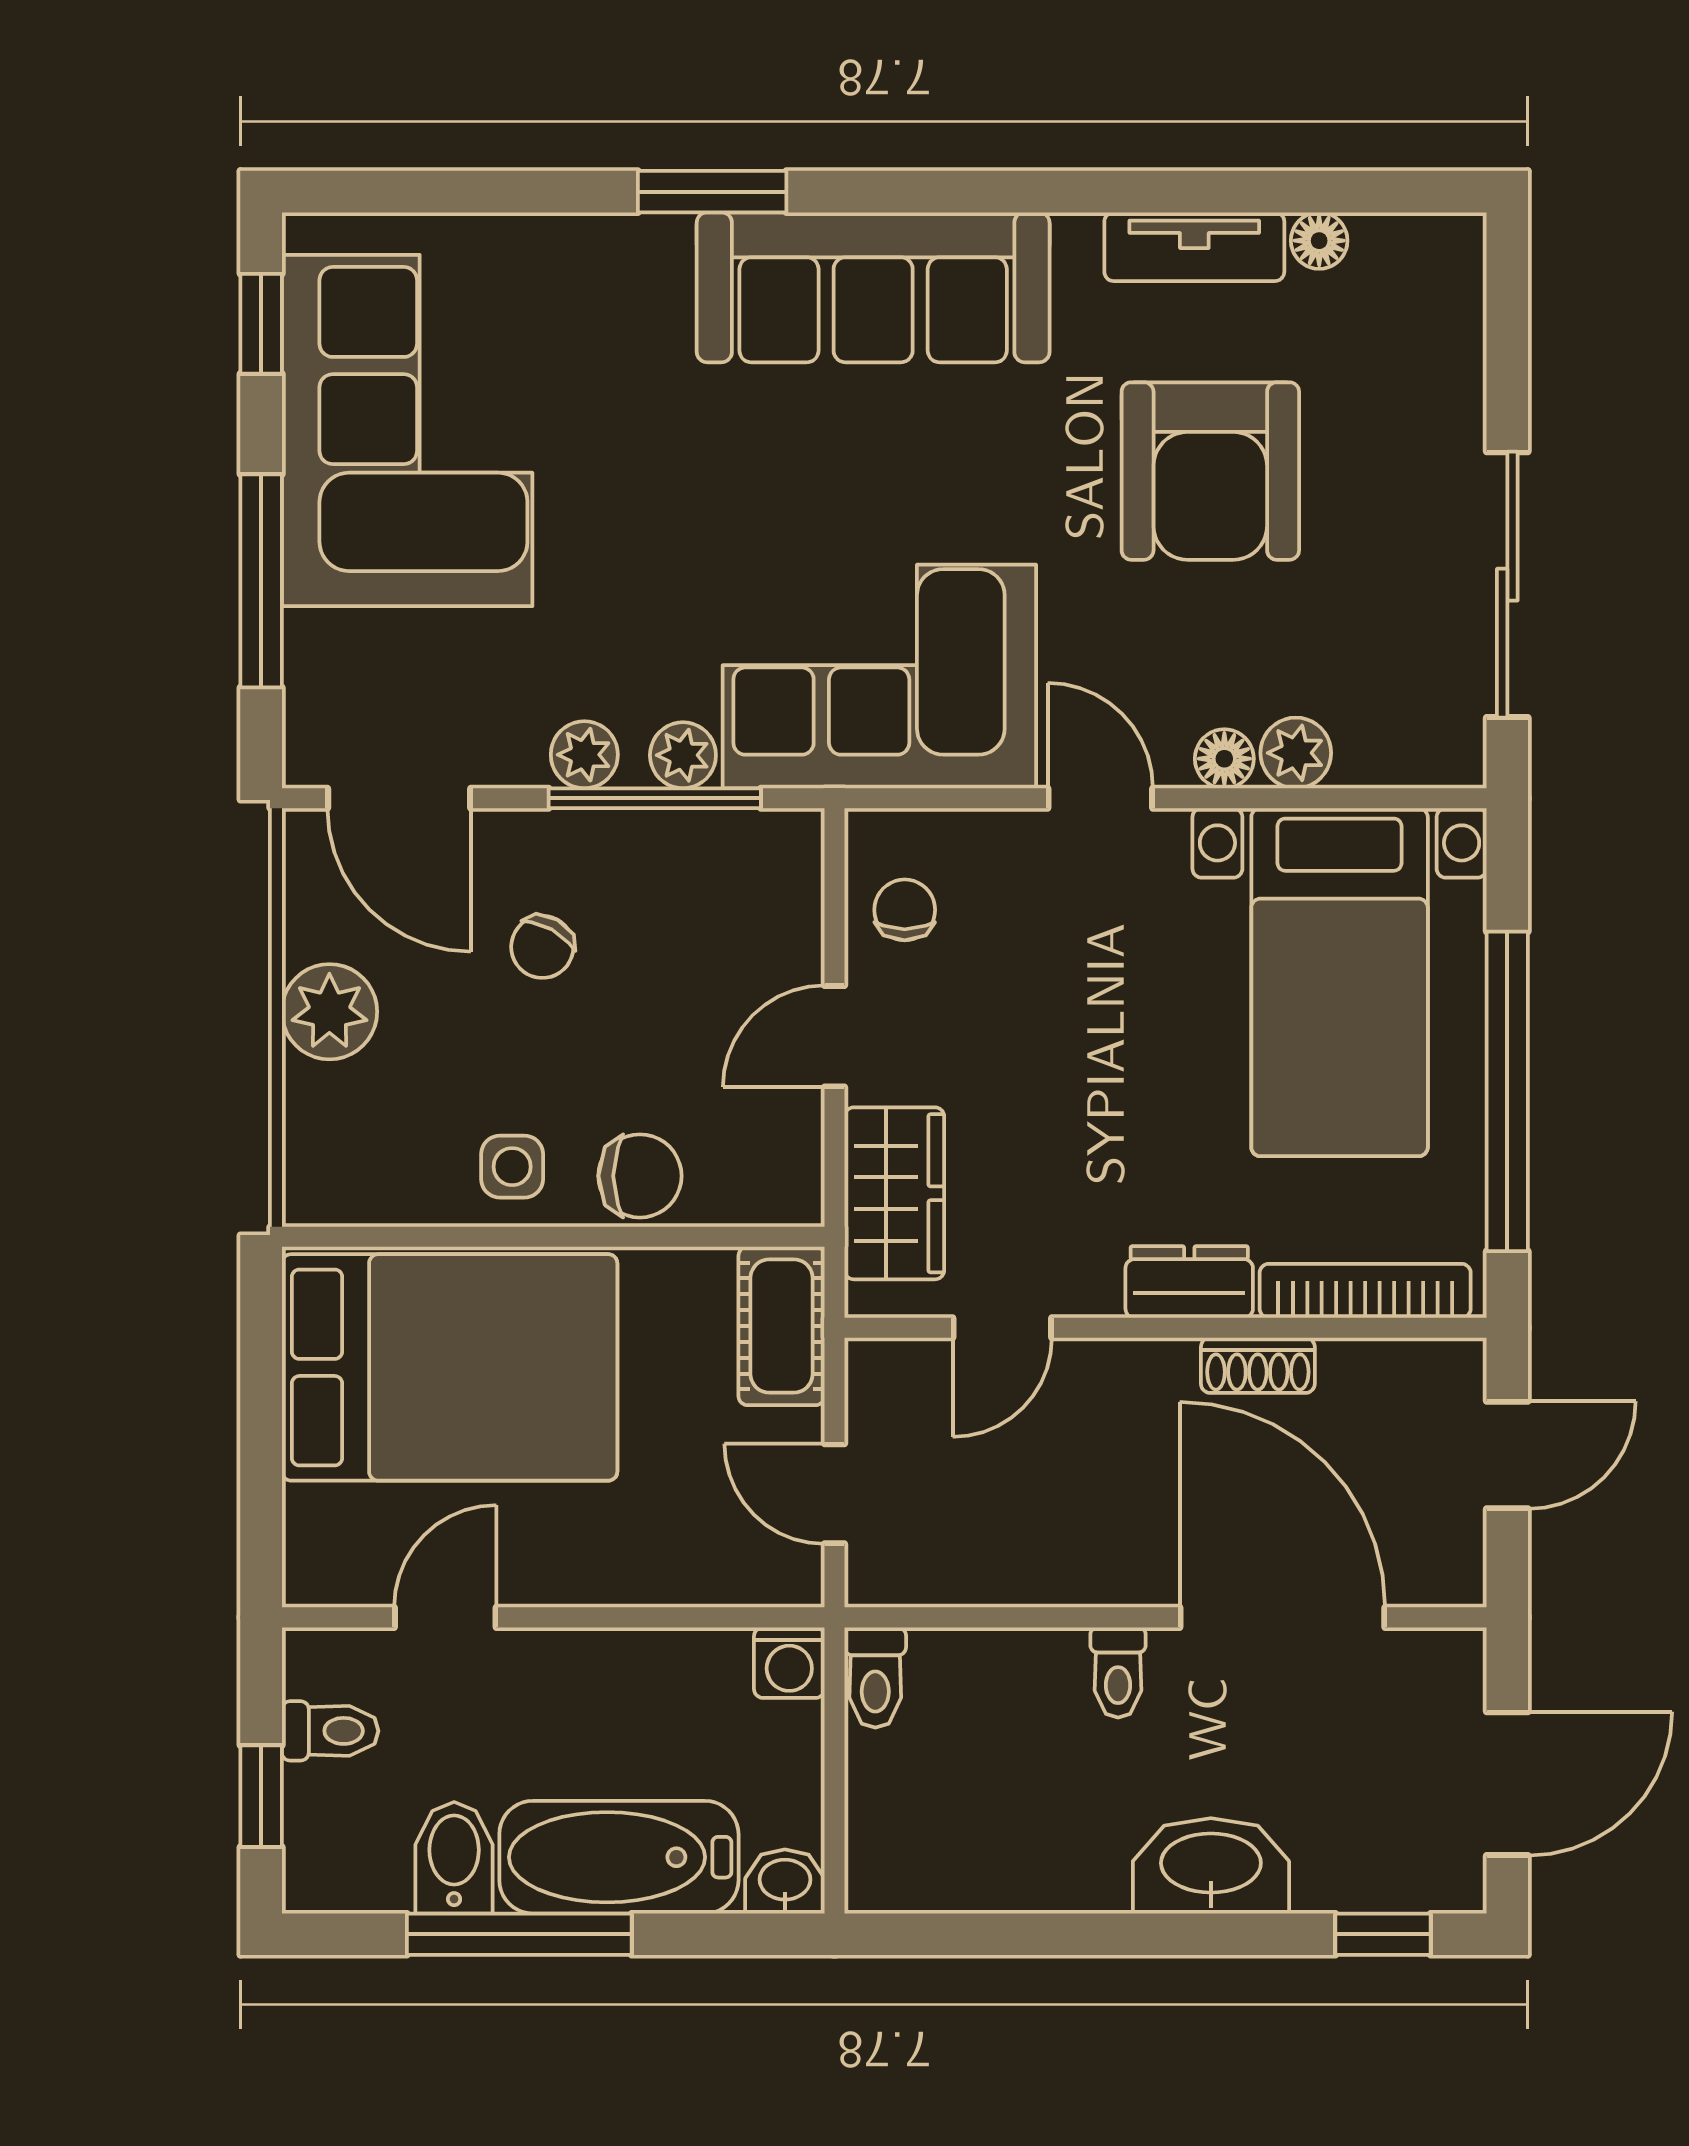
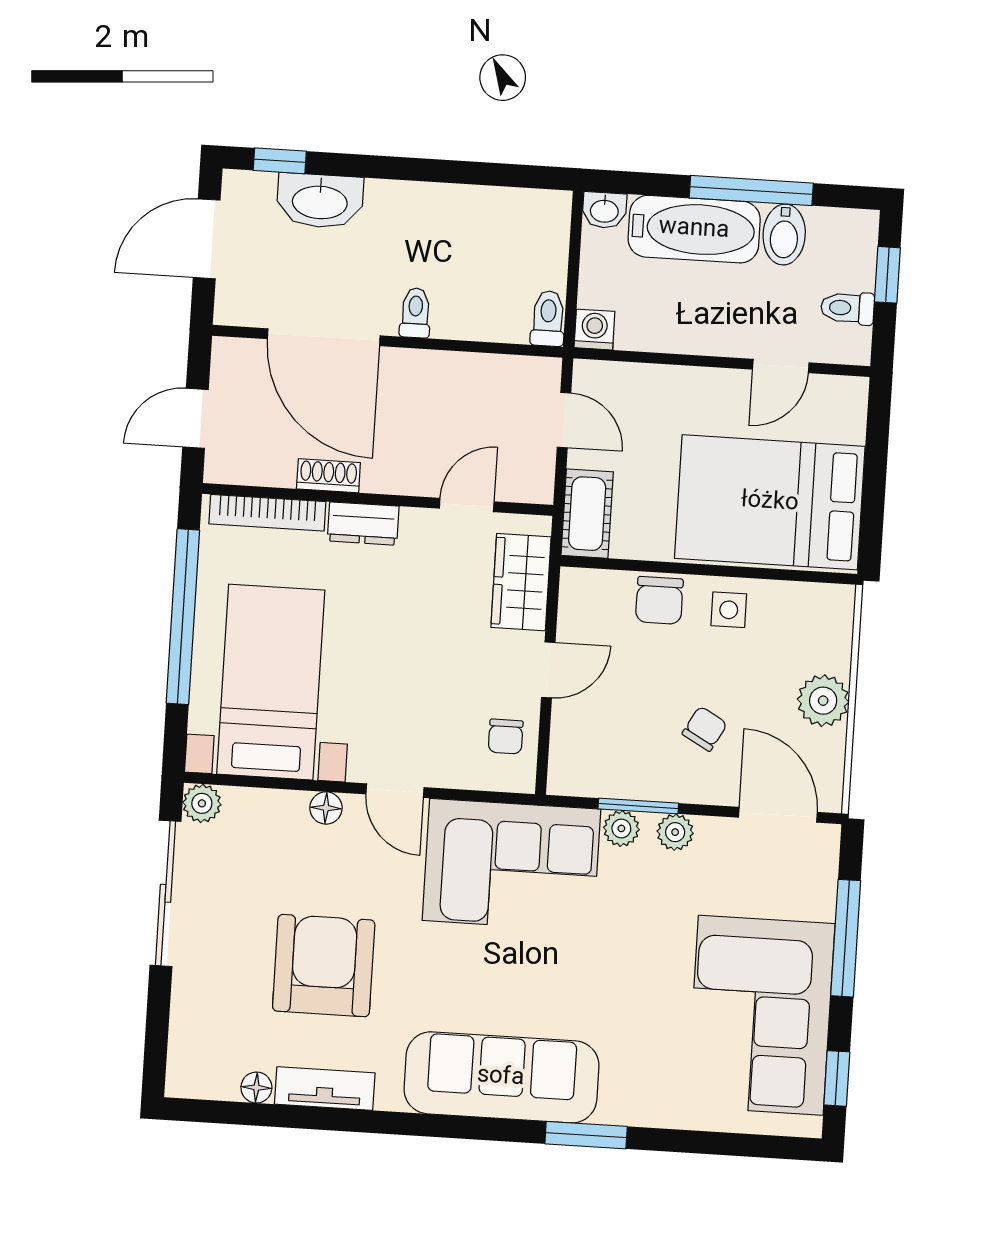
plant: (1296, 753) -> (202, 803), moved
window: (655, 798) -> (638, 806), width x0.69
chair: (640, 1176) -> (659, 600), turned -90
washbasin: (1211, 1866) -> (320, 201), moved

